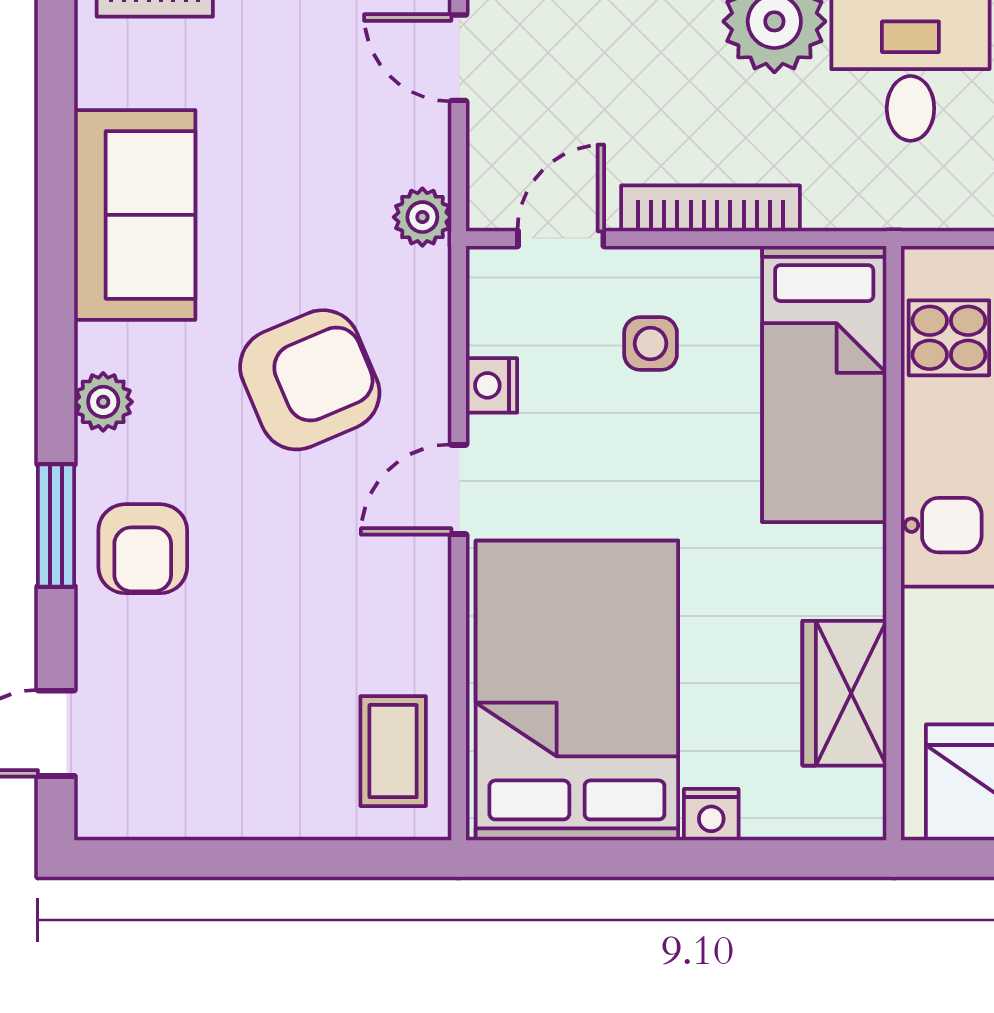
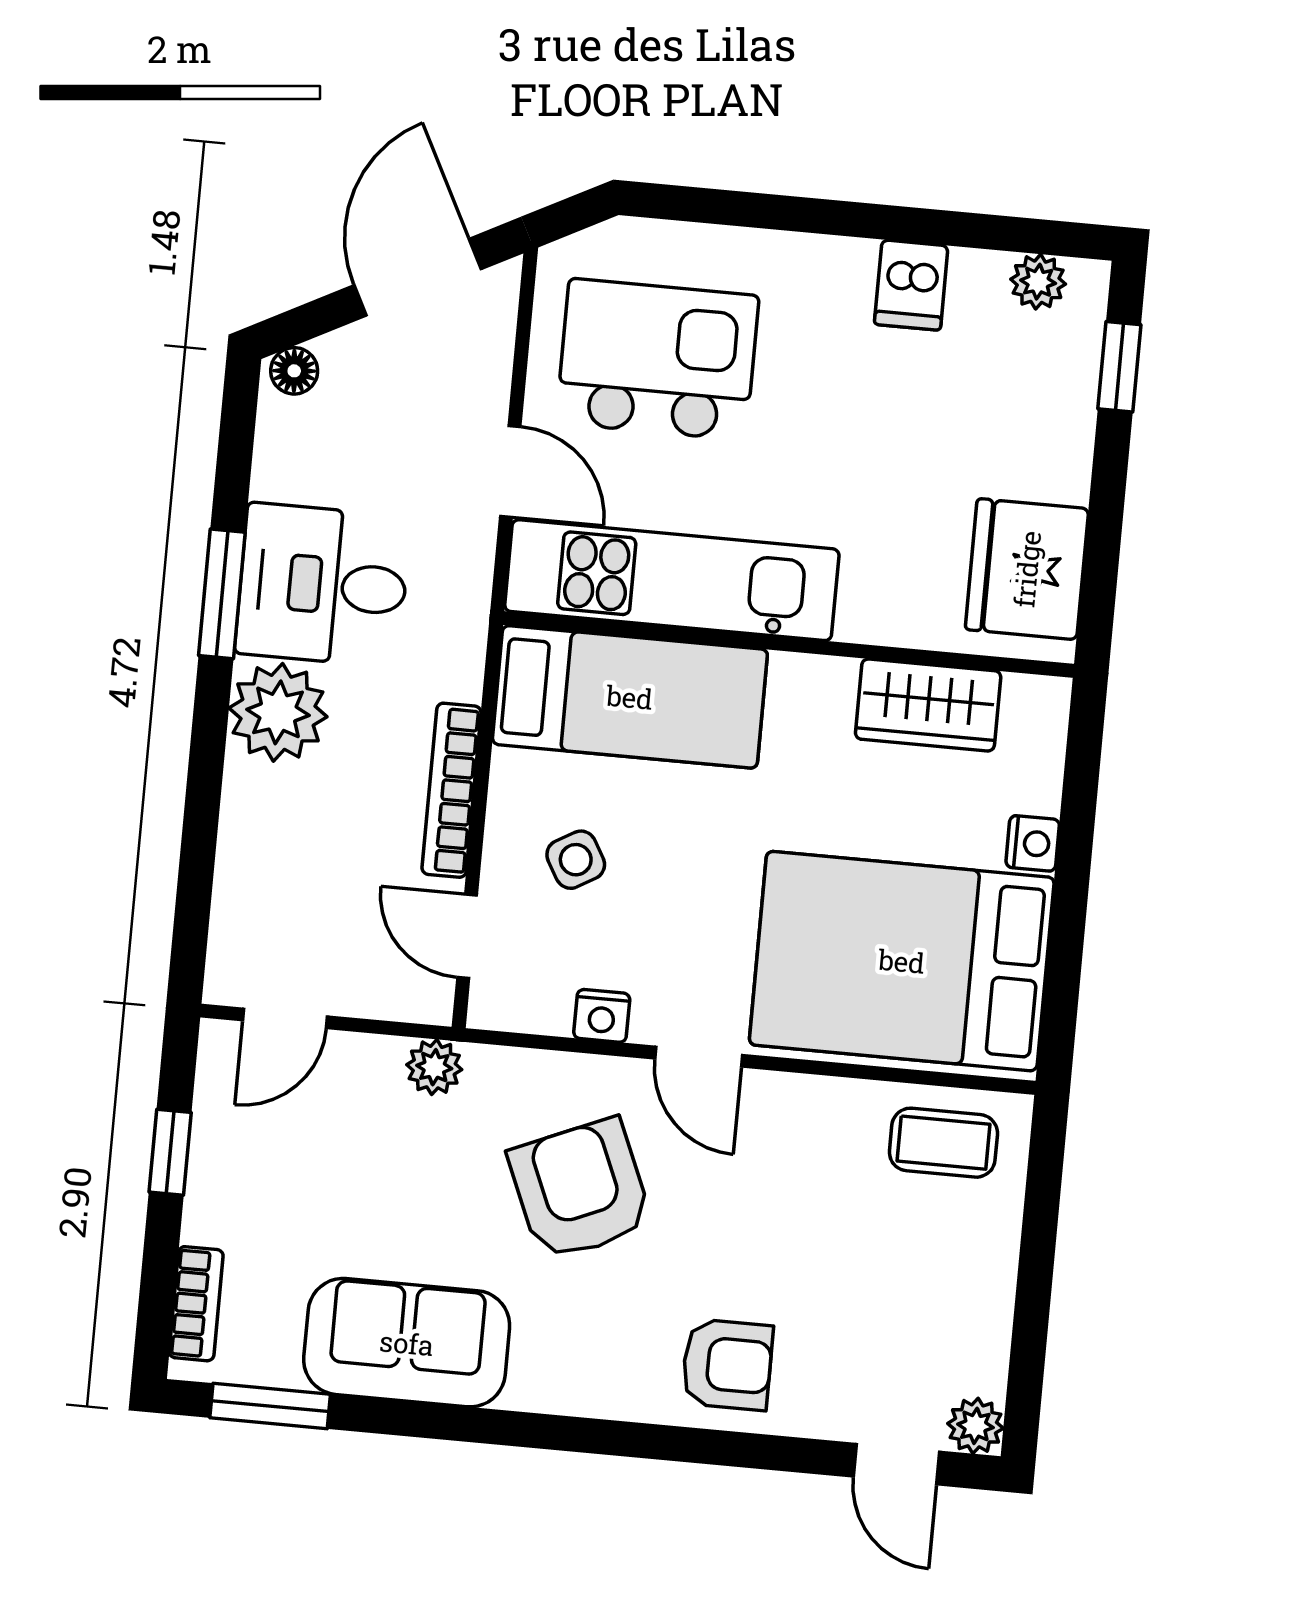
side table: (651, 344) -> (576, 860), turned -30
plant: (103, 402) -> (975, 1426), moved
window: (56, 525) -> (270, 1406), moved

